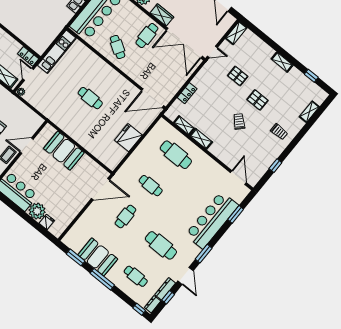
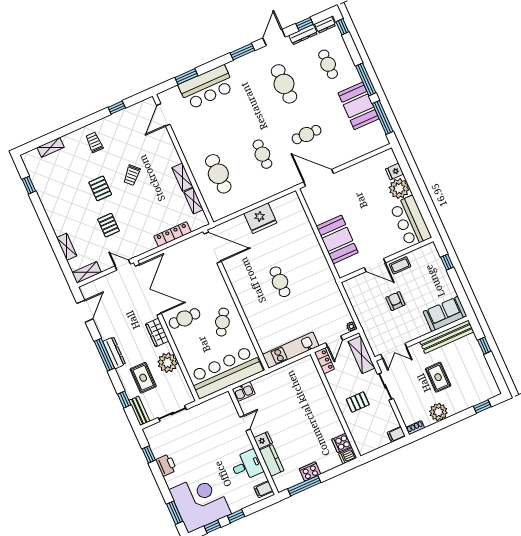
shelving: (282, 62) -> (67, 247), moved
locker: (187, 93) -> (173, 234), width x1.53
bar counter: (212, 220) -> (207, 87), width x0.73
window: (76, 257) -> (383, 118), width x1.44

